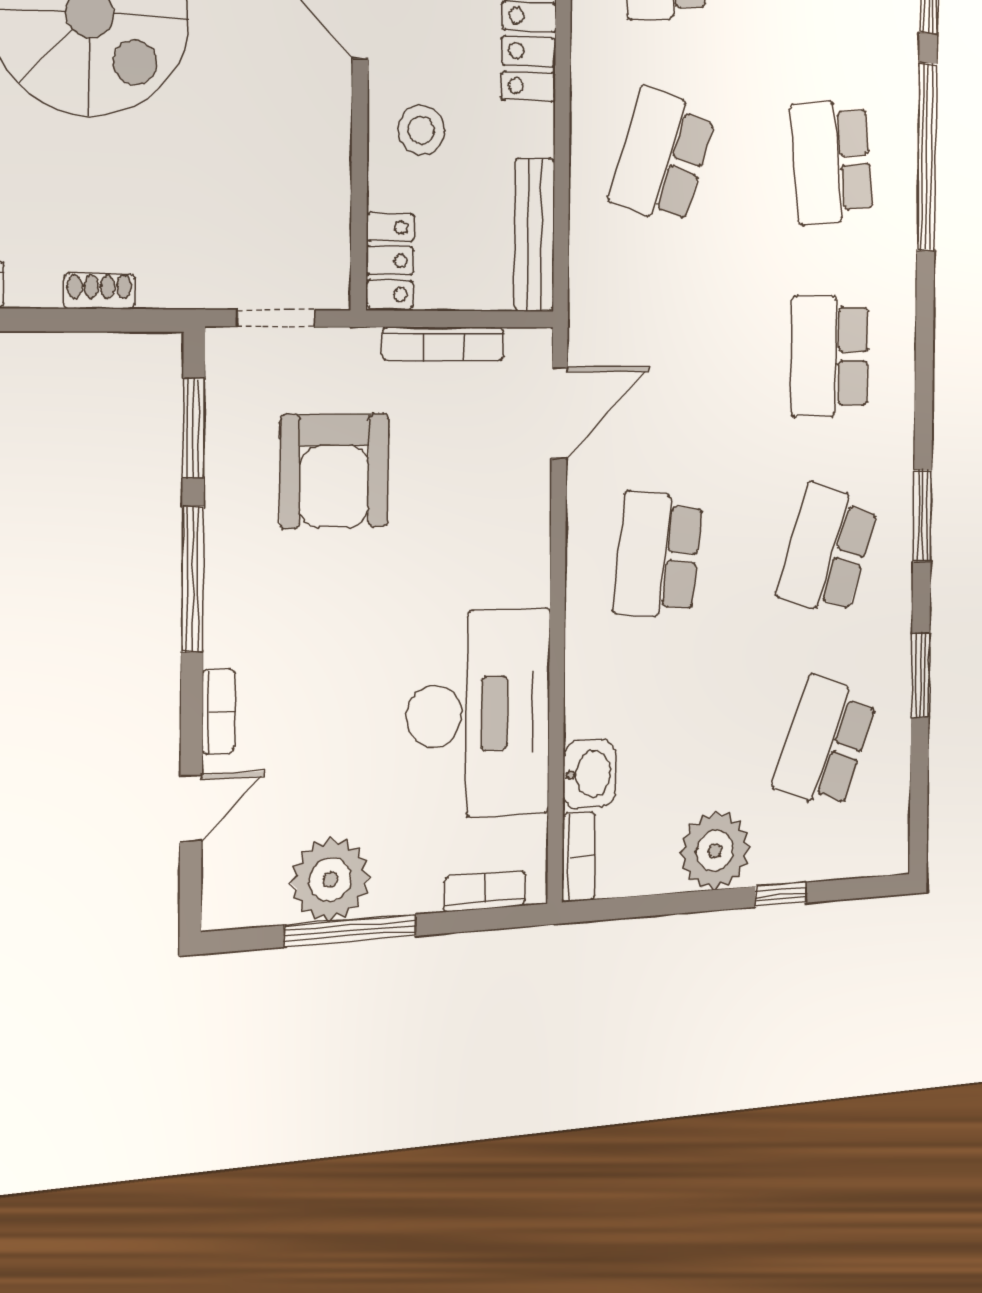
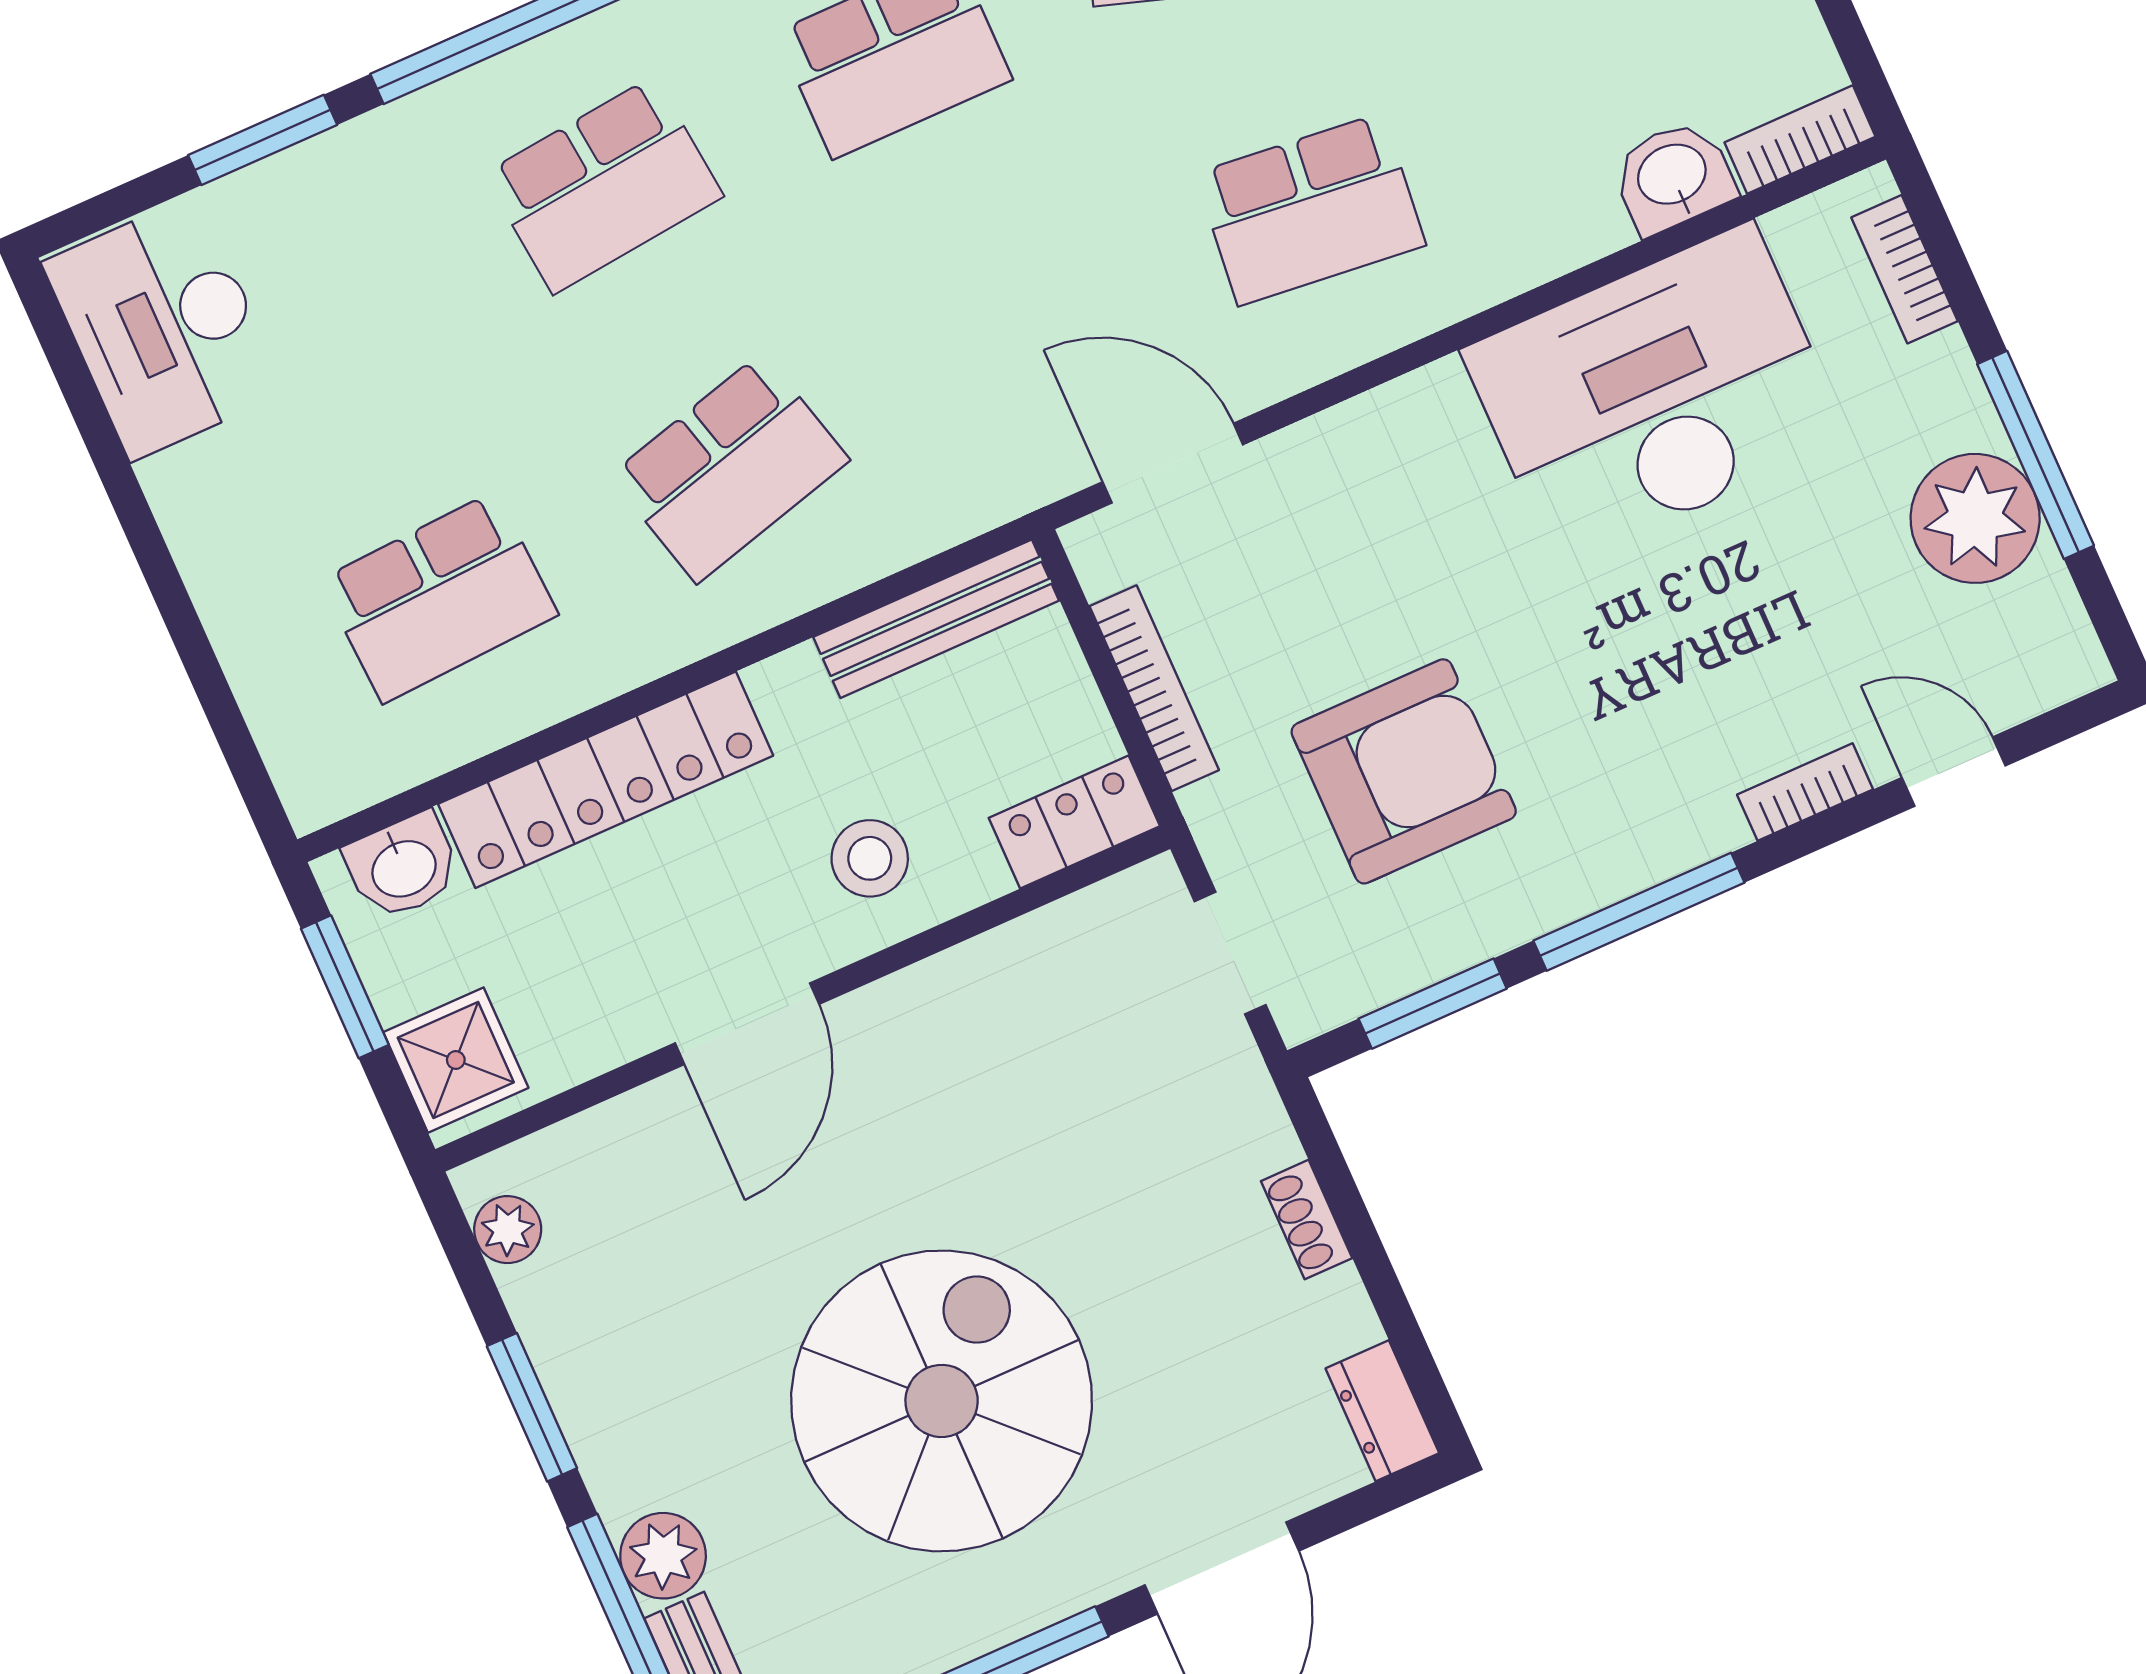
school desk: (662, 157) -> (729, 468), turned -33

